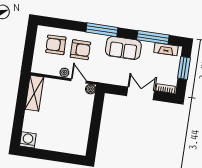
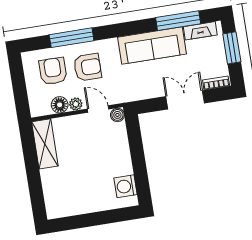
window: (102, 30) -> (72, 38), moved
armchair: (56, 45) -> (53, 71), turned 91
sofa: (123, 48) -> (152, 46), width x1.36
floor lamp: (53, 70) -> (60, 105), added
washing machine: (28, 140) -> (126, 186), moved, turned -90

